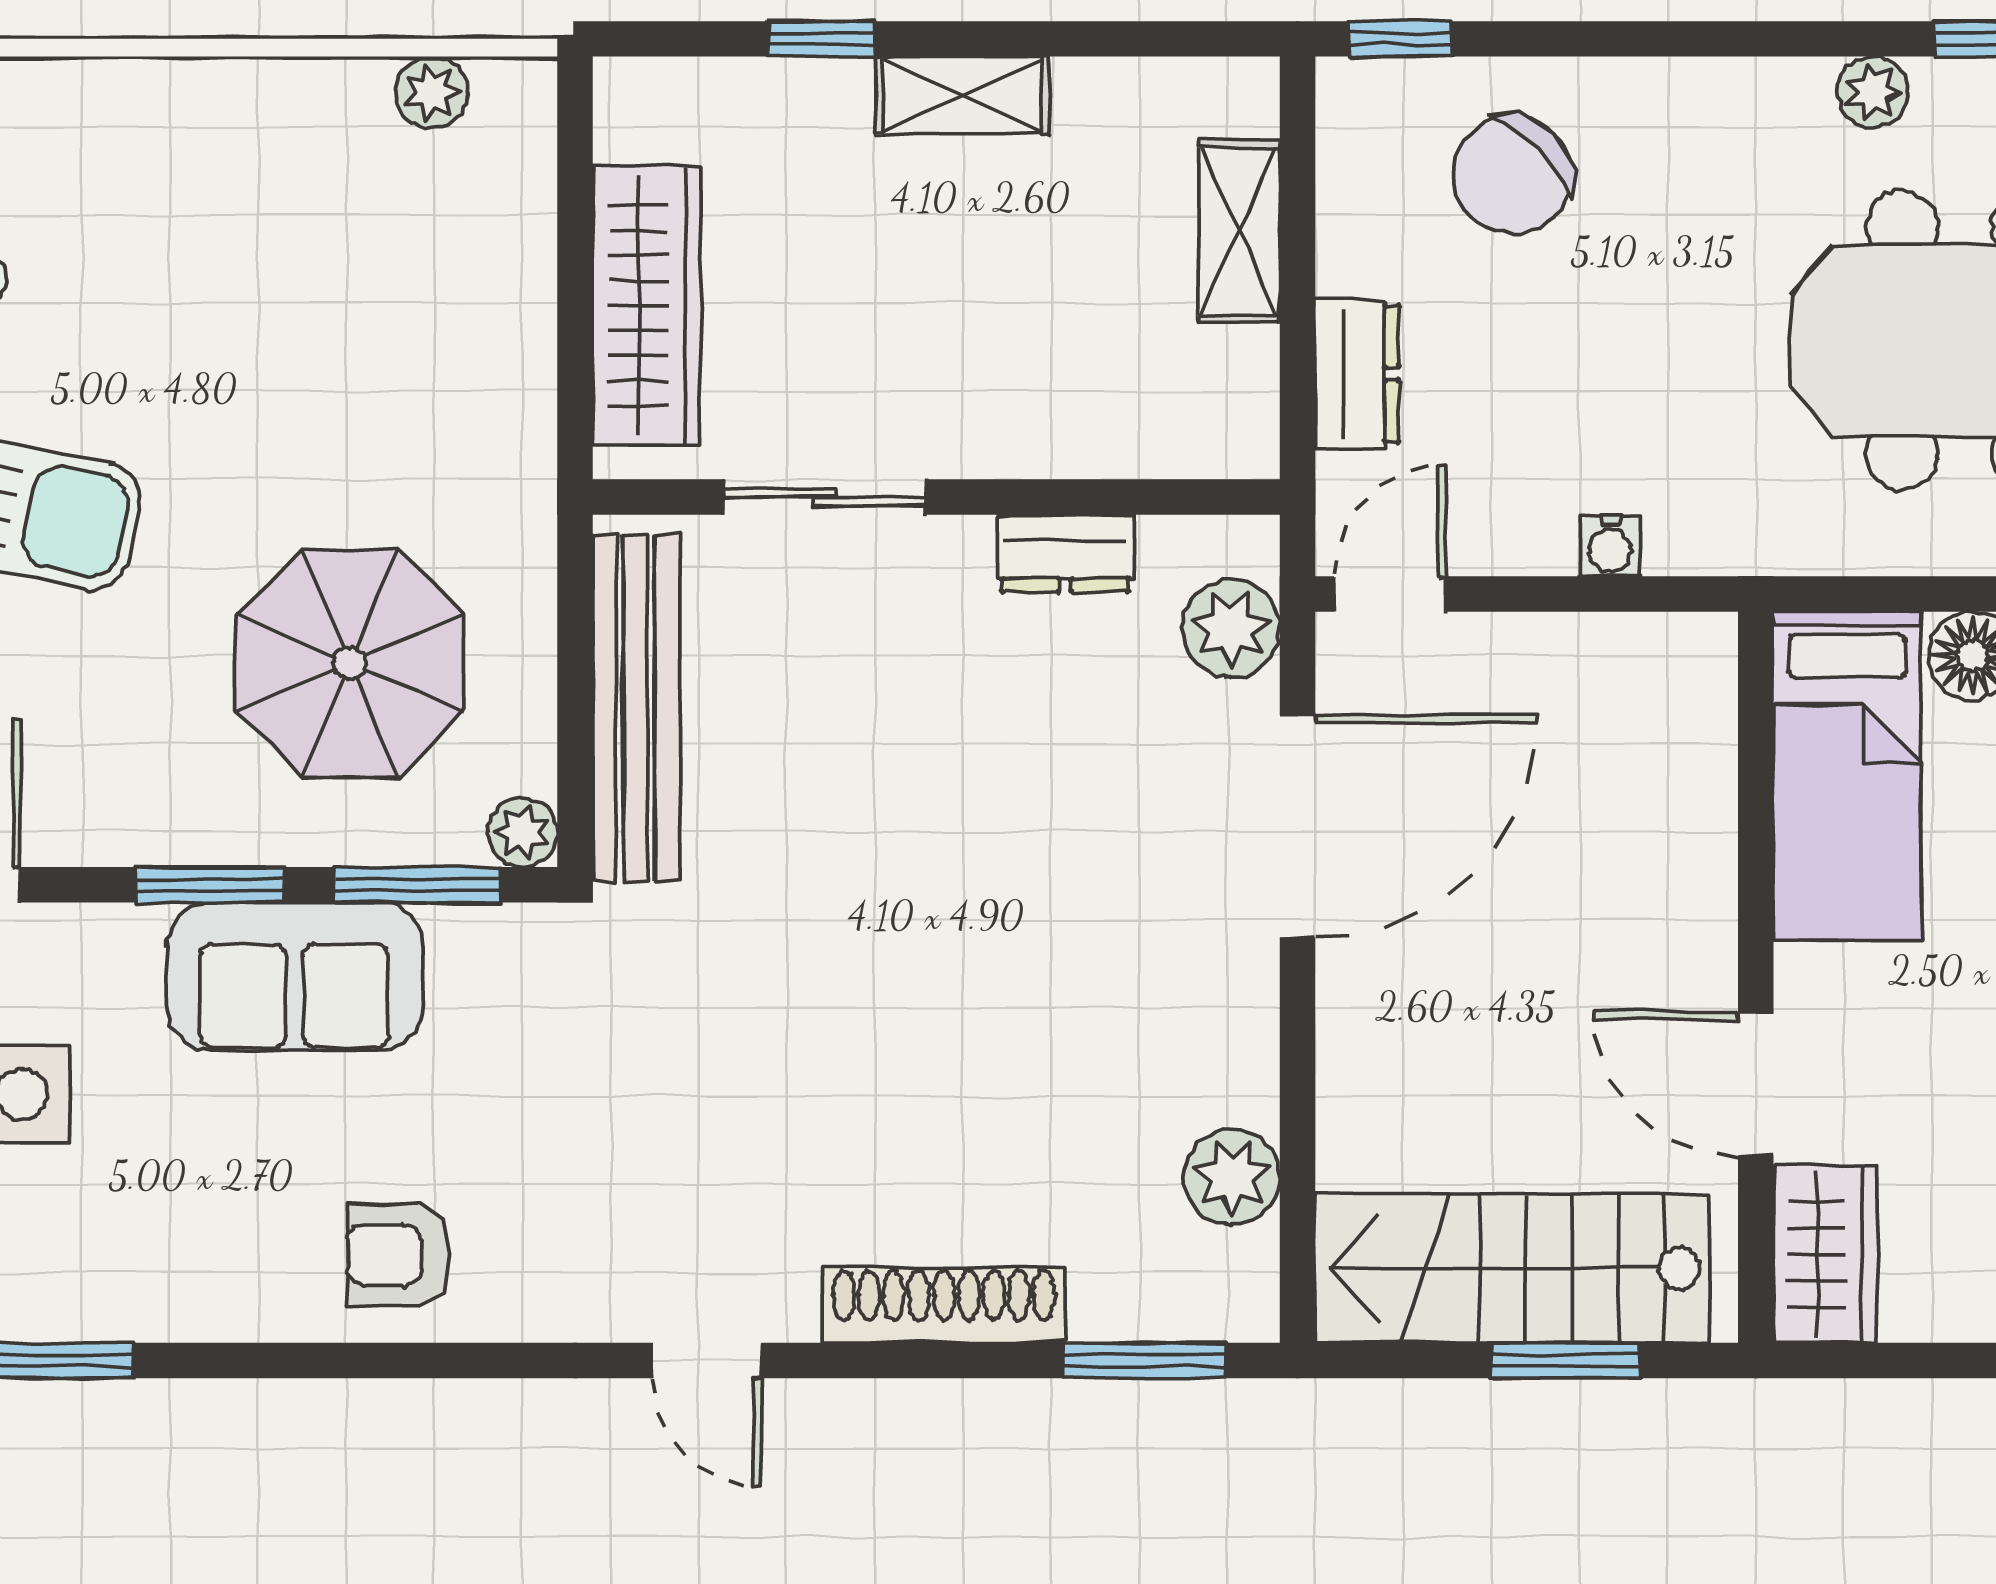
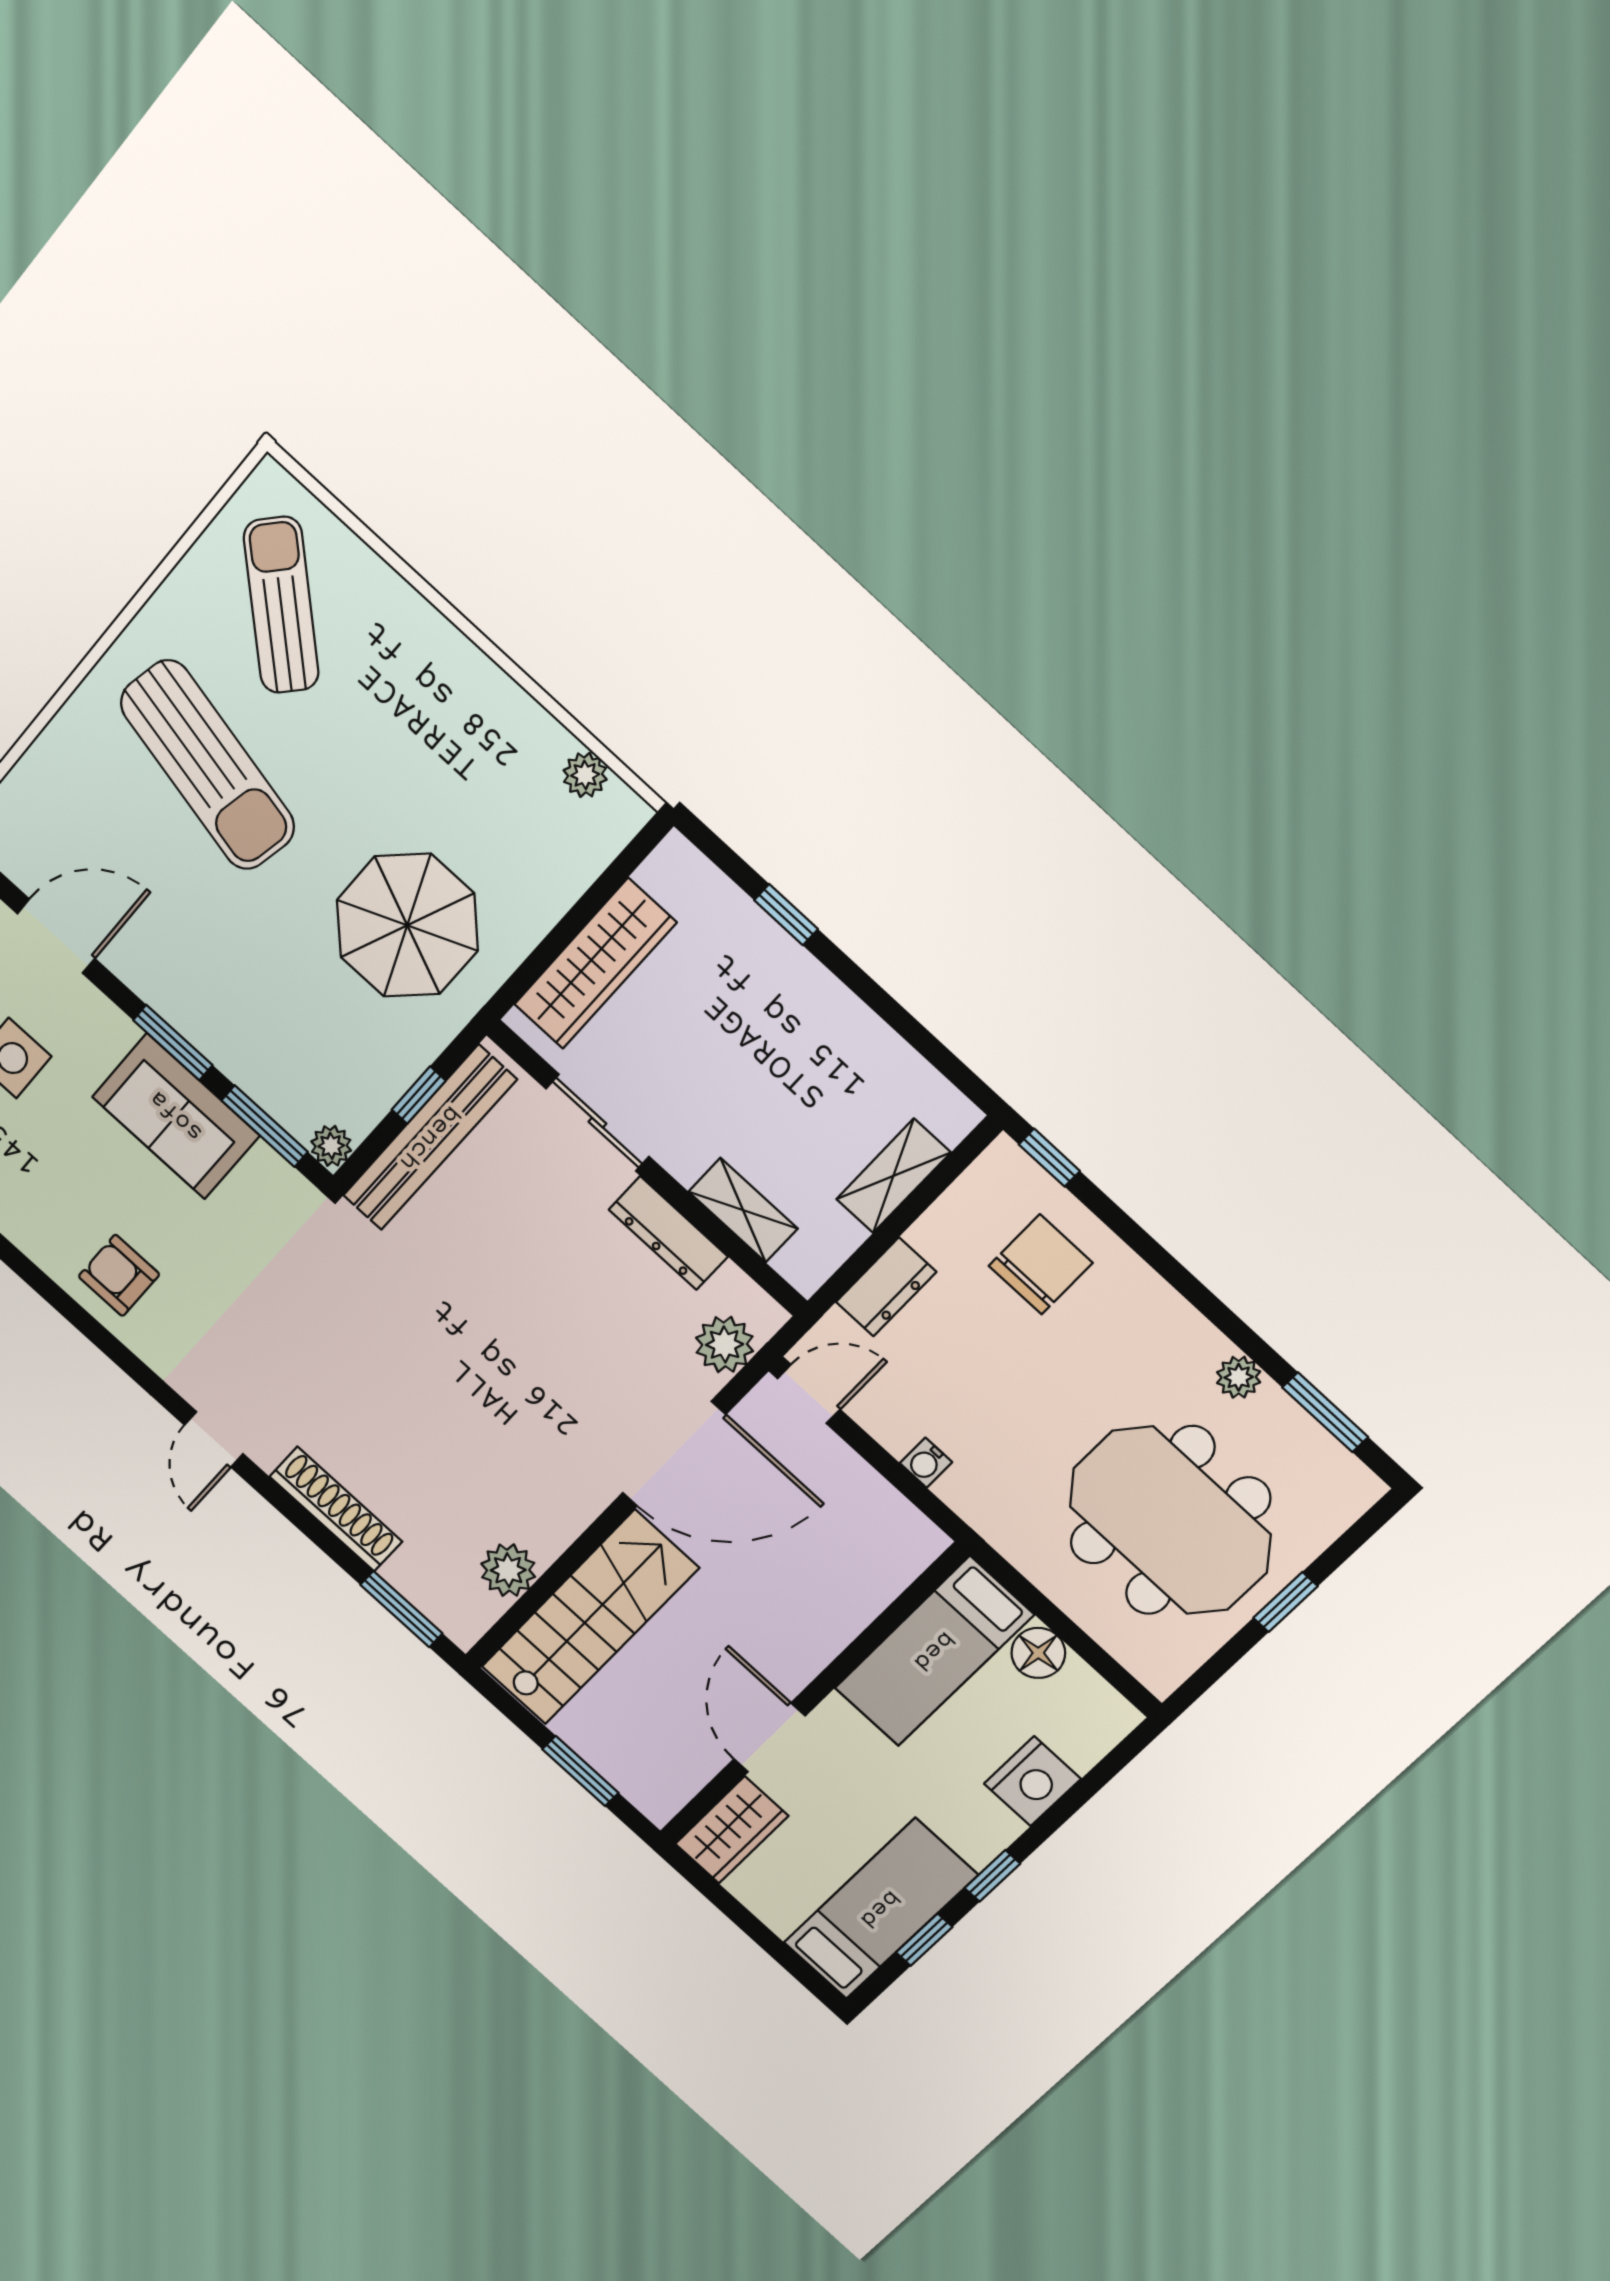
shelving: (962, 96) -> (743, 1210), moved
chair: (1513, 175) -> (1041, 1264), turned 135
dresser: (1065, 553) -> (668, 1233), width x1.44
parasol: (350, 663) -> (407, 925), moved
window: (575, 667) -> (419, 1095), added
stairs: (1513, 1268) -> (590, 1618), moved, turned 90

